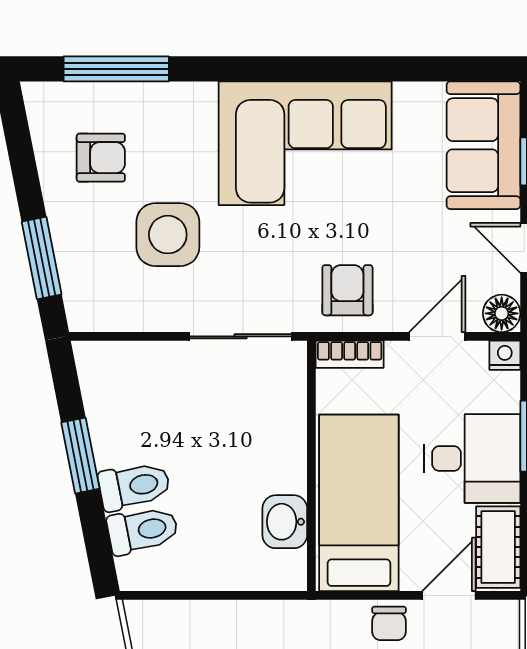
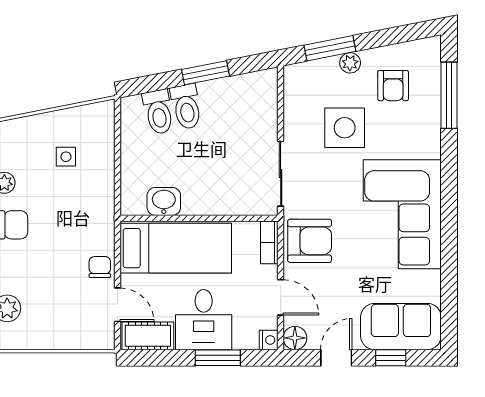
plant: (65, 226) -> (350, 63), added
armchair: (347, 290) -> (310, 241), width x1.38, depth x1.38
chair: (389, 623) -> (100, 267), turned 90

